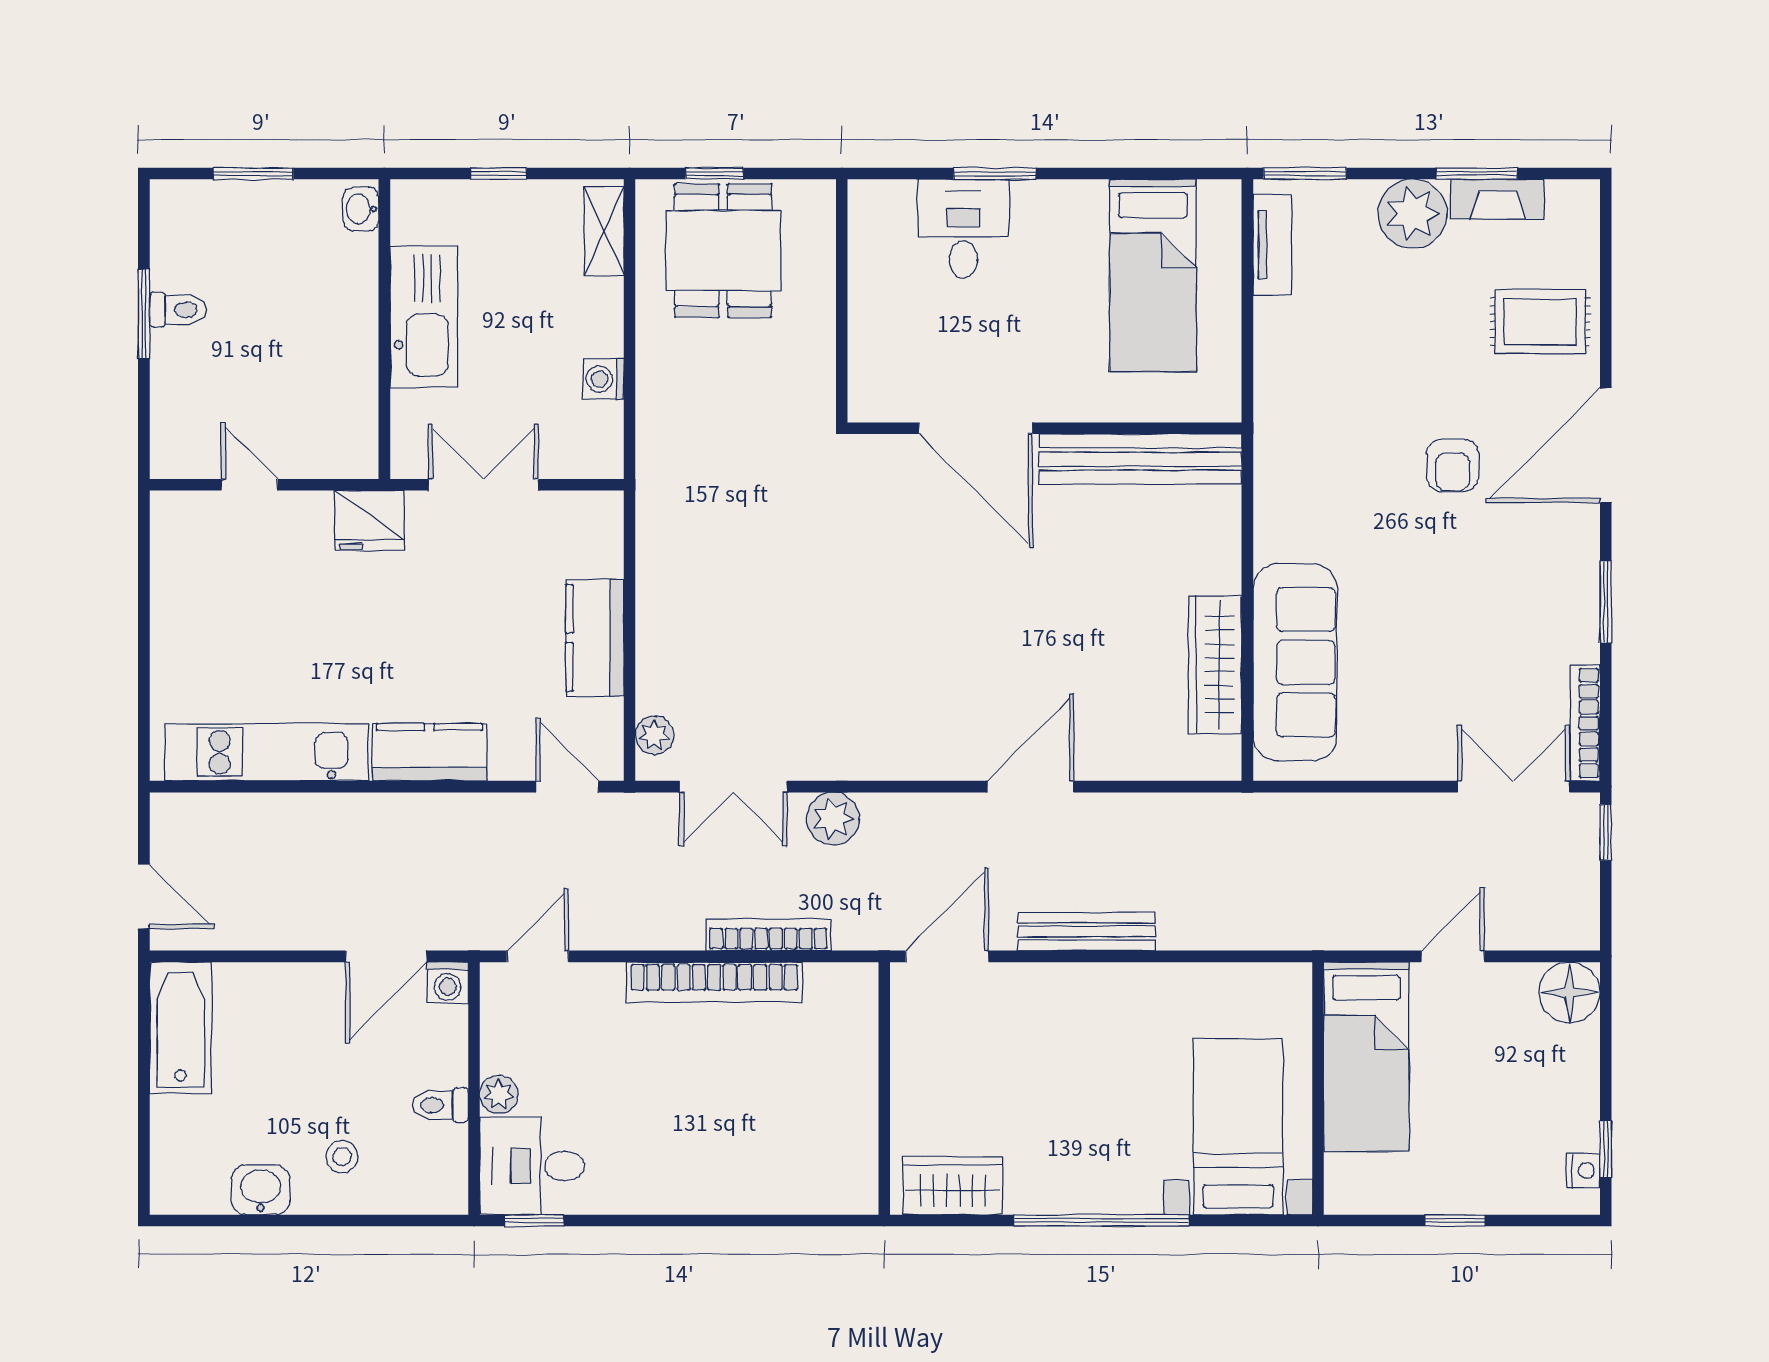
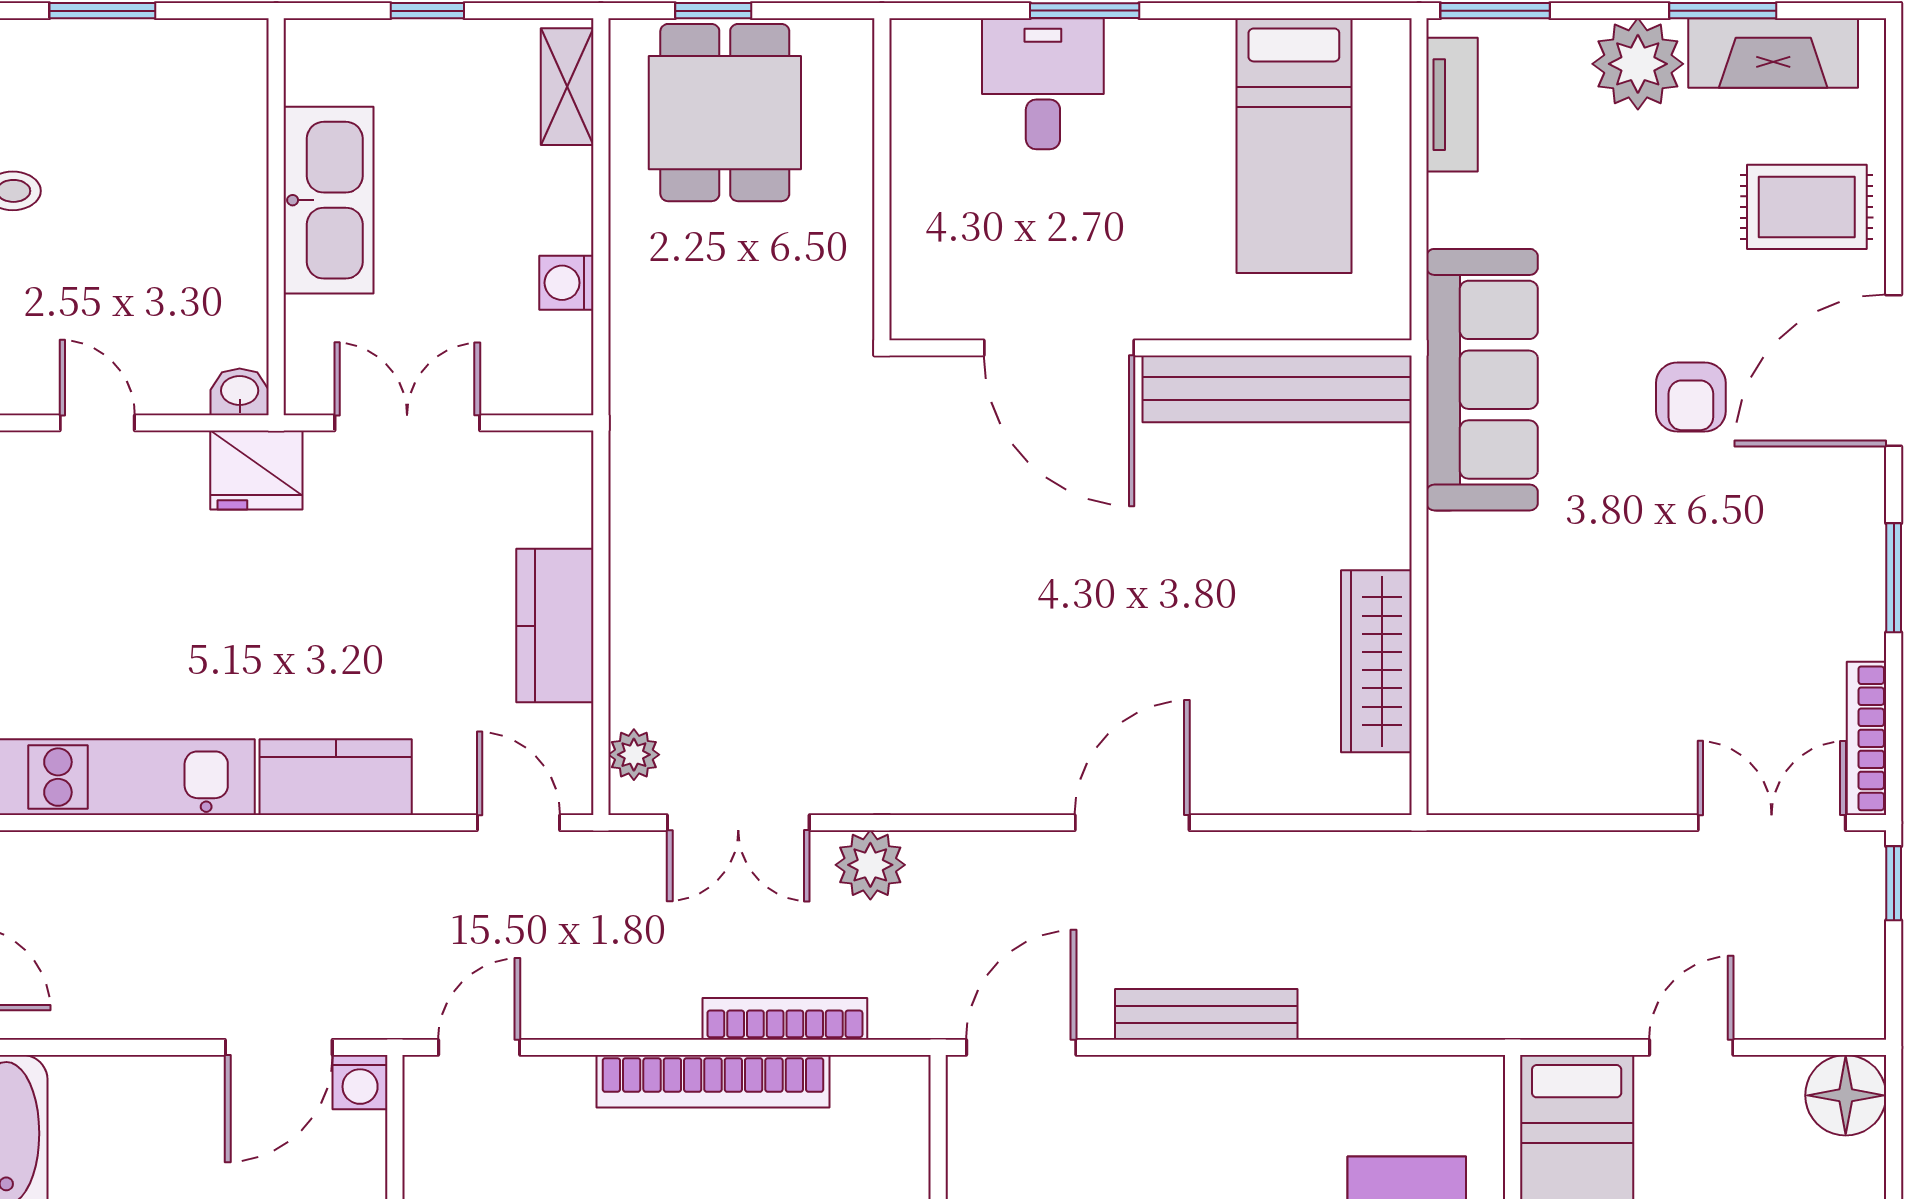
fireplace: (1498, 199) -> (1773, 53), width x1.37, depth x1.32
washbasin: (361, 209) -> (240, 392), moved, turned 90
sofa: (1295, 662) -> (1482, 380), moved

